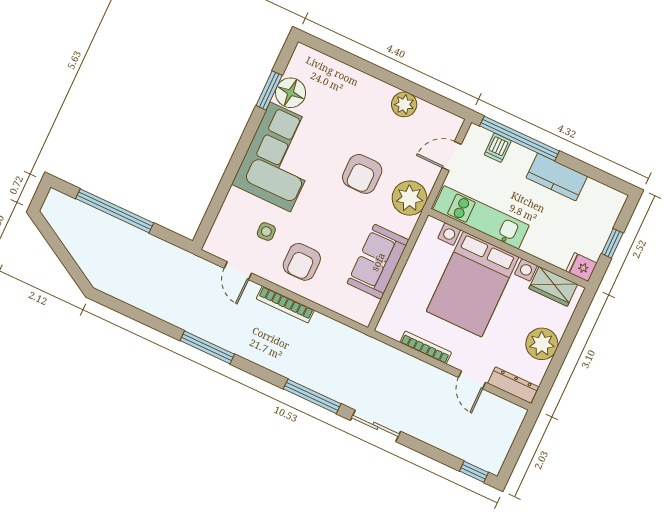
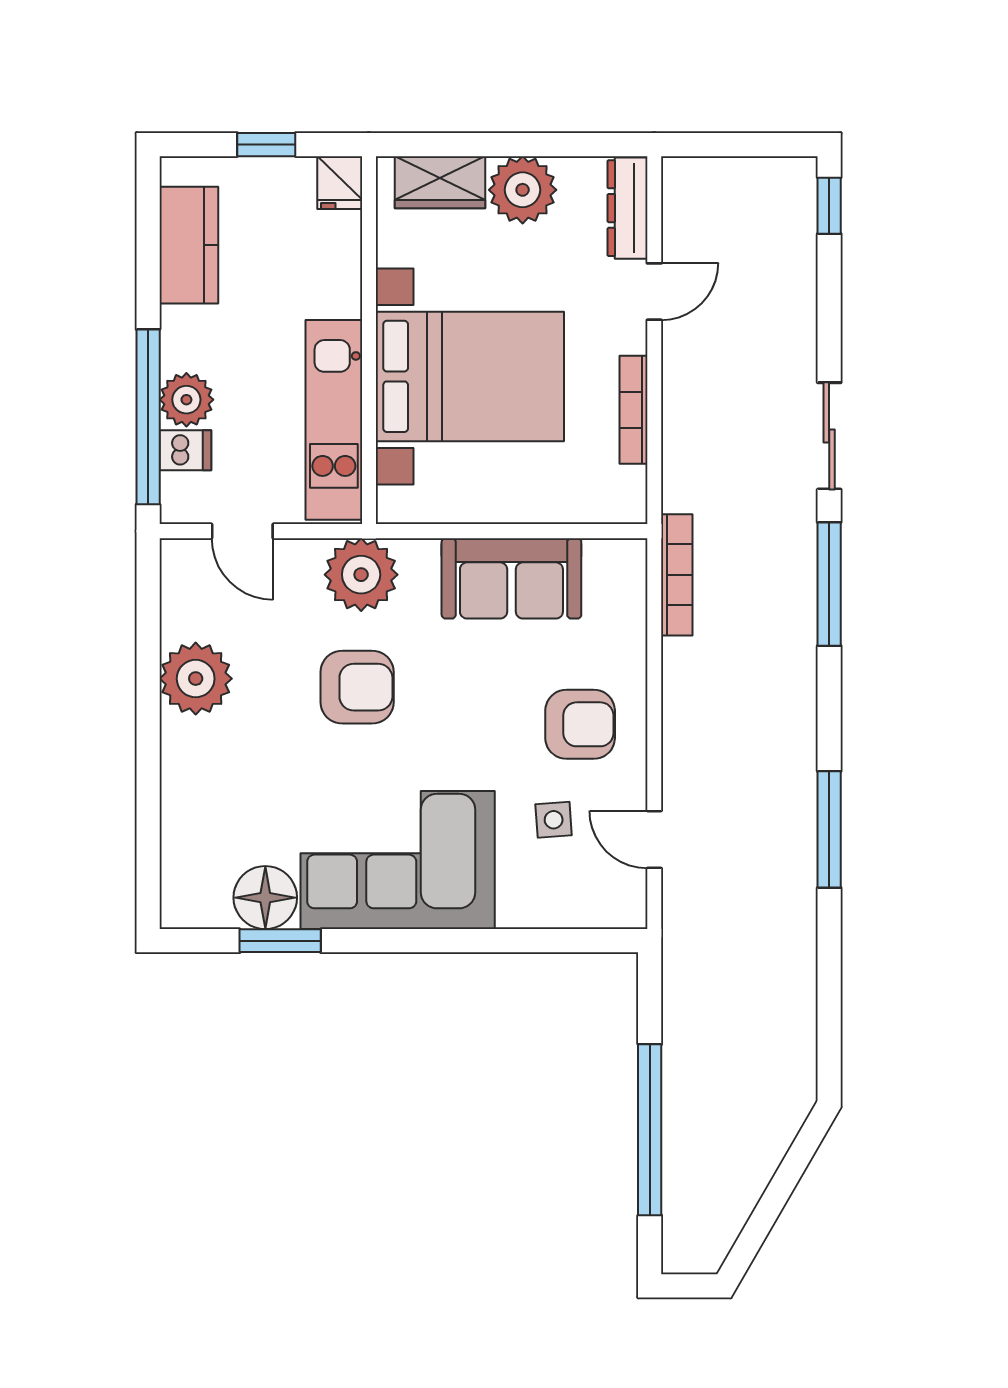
plant: (404, 104) -> (196, 679), width x1.36, depth x1.36
plant: (519, 158) -> (186, 400), added
kitchen counter: (557, 177) -> (189, 245), moved
door: (238, 271) -> (654, 840), swing flipped
wardrobe: (553, 286) -> (440, 182), moved, turned 90
bookcase: (285, 304) -> (677, 575), moved

